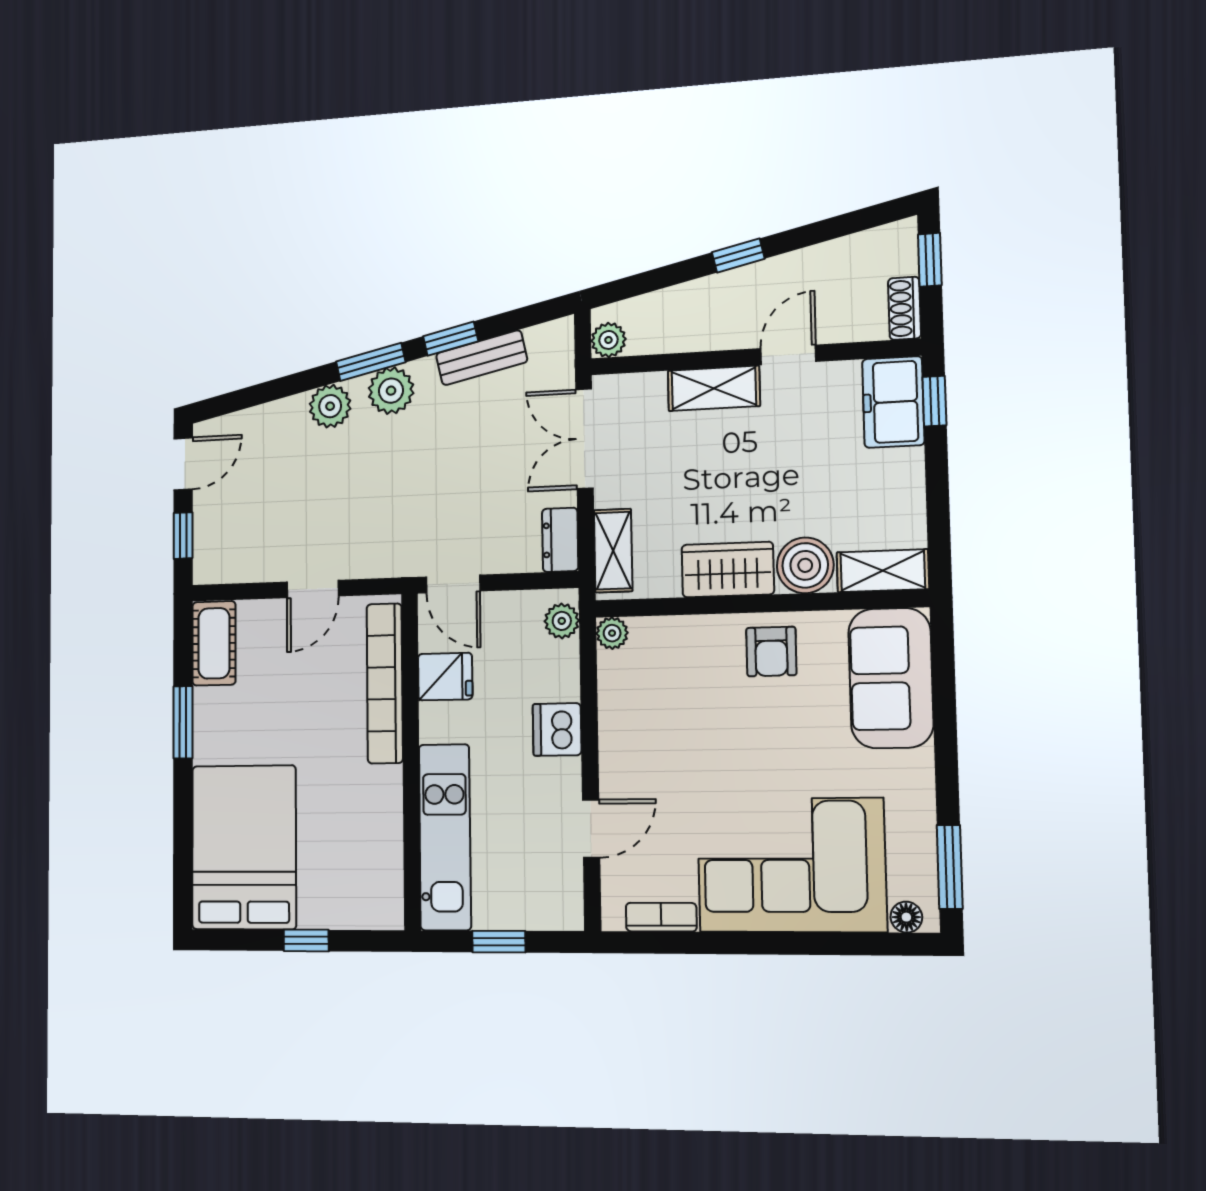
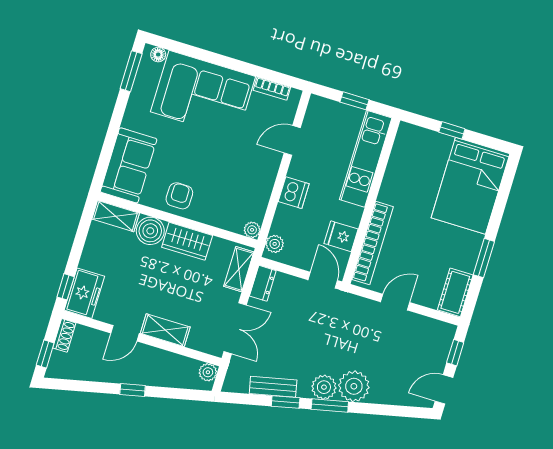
plant: (330, 406) -> (354, 386), width x1.36, depth x1.36

